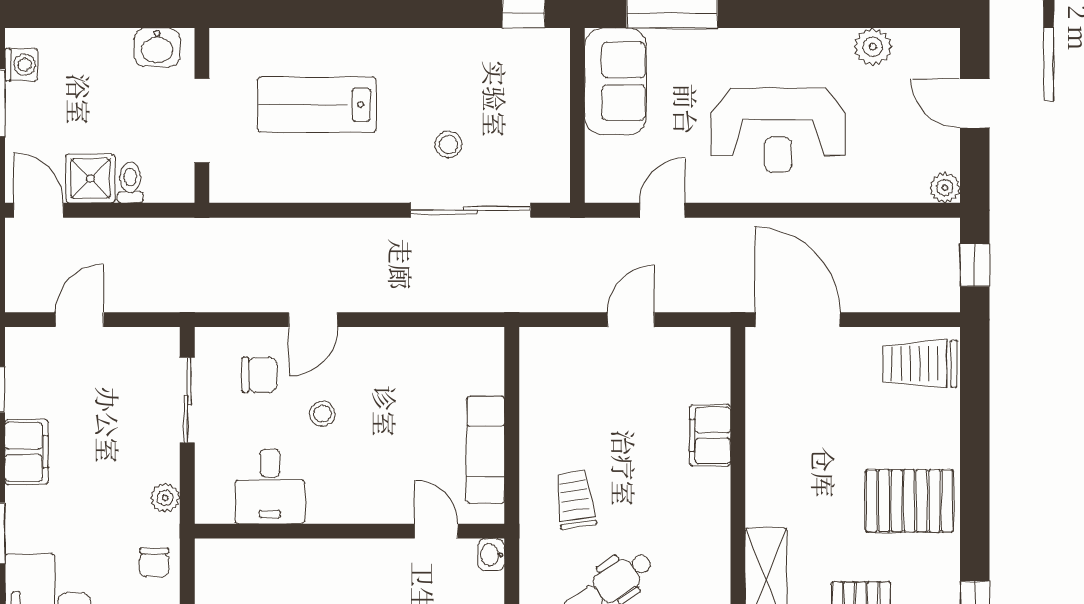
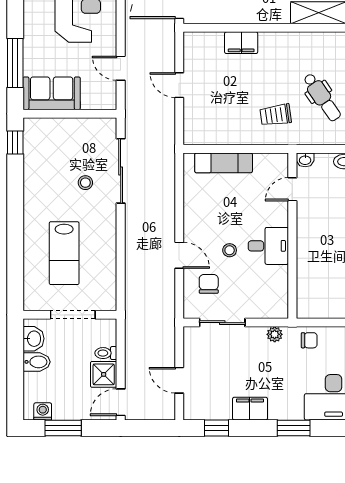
bidet: (114, 53) -> (37, 362), added
exam couch: (486, 450) -> (224, 163), moved
desk: (270, 486) -> (268, 246), moved

